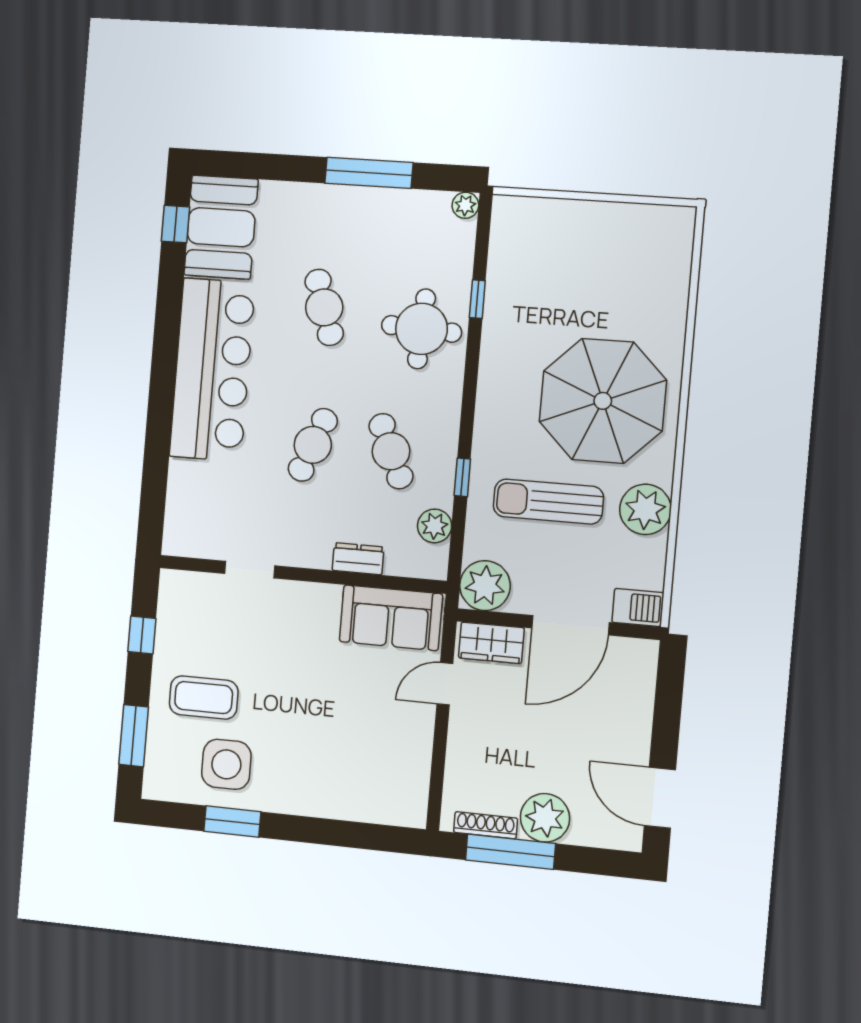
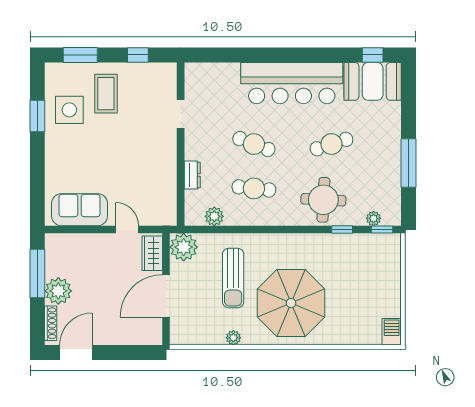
plant: (465, 205) -> (373, 218), moved
cafe table: (391, 451) -> (254, 188), turned 30
window: (462, 477) -> (382, 229), moved
sun lounger: (548, 502) -> (233, 278), turned 180
plant: (645, 509) -> (233, 338), width x0.53, depth x0.53
barbecue: (638, 607) -> (392, 332), moved, turned 180
sofa: (391, 618) -> (80, 210), moved, turned 90
door: (570, 625) -> (166, 296), hinge flipped
shoe rack: (486, 825) -> (51, 323), moved

